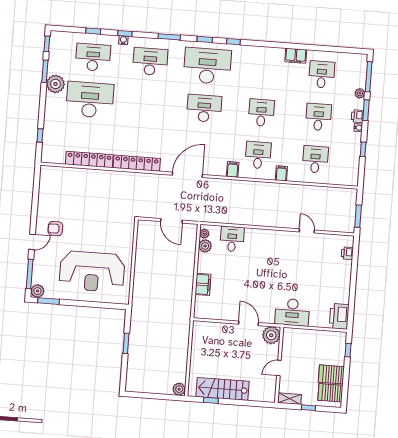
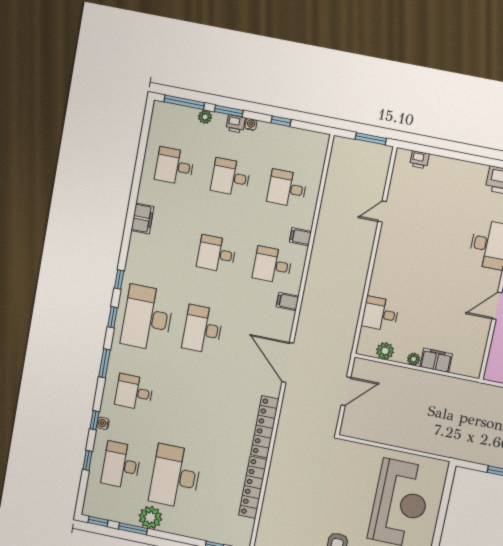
filing cabinet: (296, 56) -> (142, 218), moved
desk: (150, 62) -> (134, 392), width x0.73
plant: (204, 234) -> (414, 359), moved

